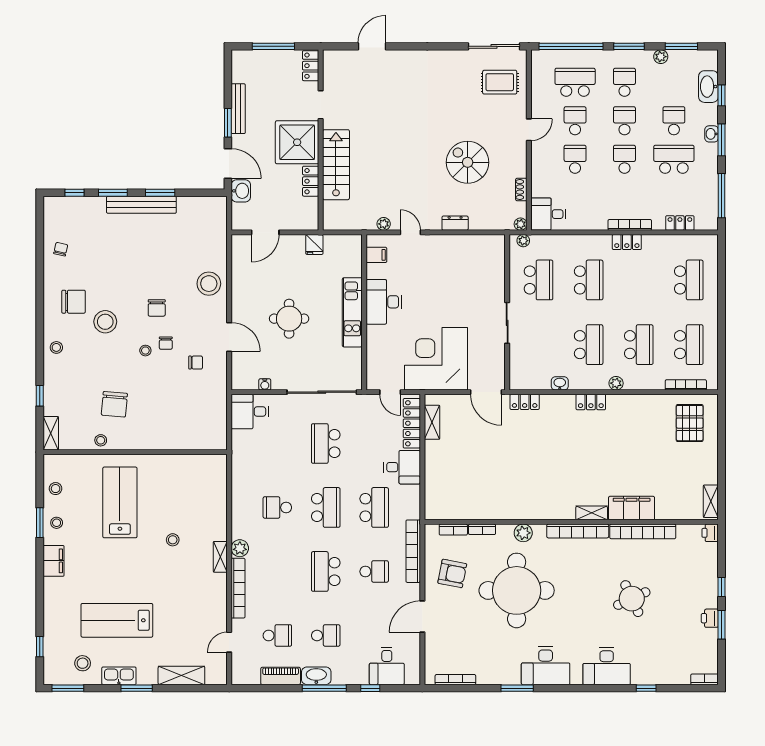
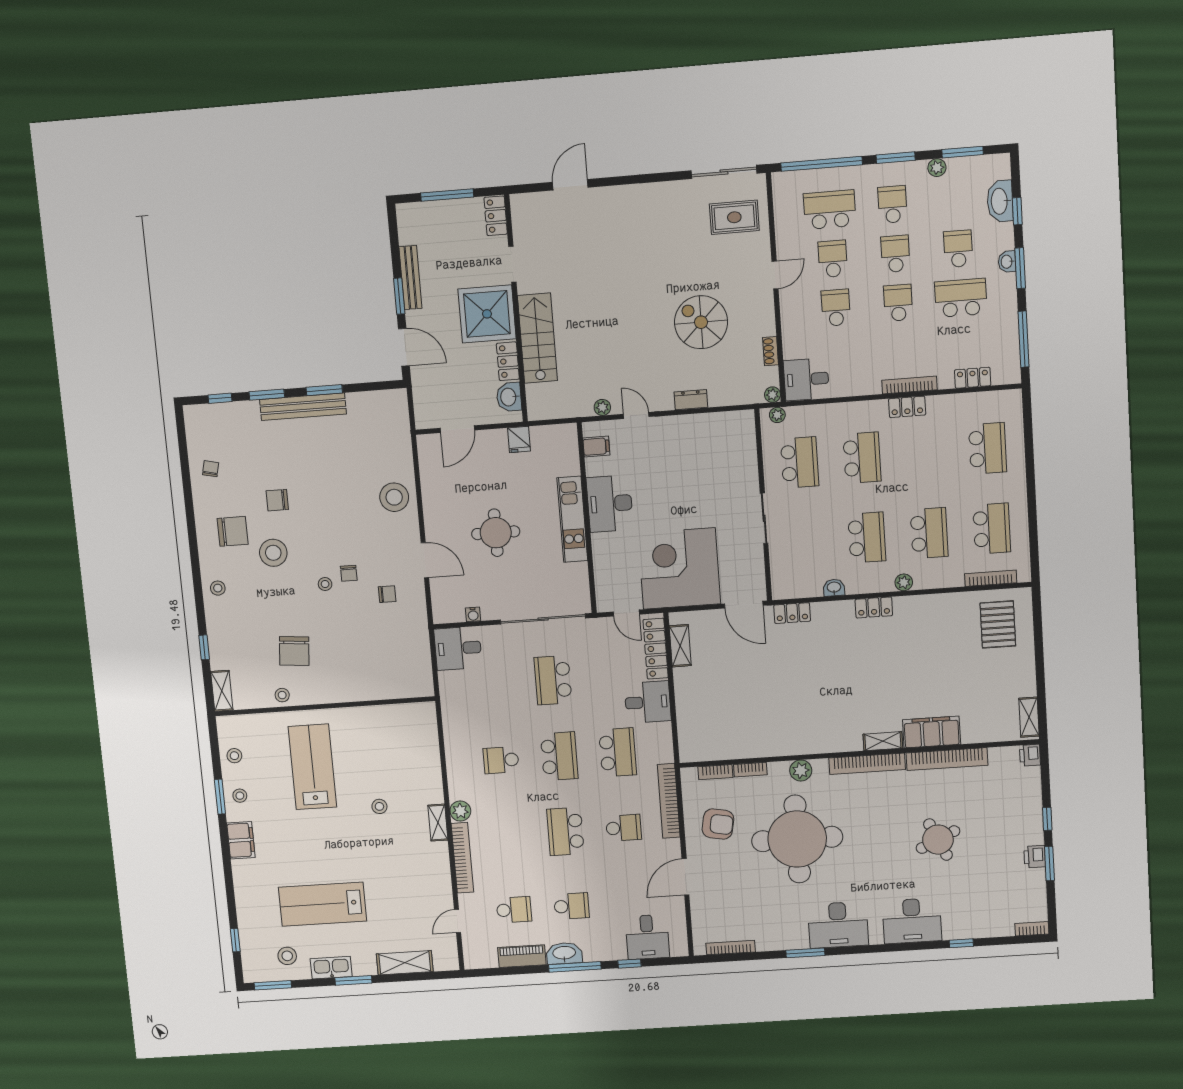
washbasin: (241, 191) -> (509, 397), moved, turned 180
chair: (157, 308) -> (277, 500), moved, turned 90

